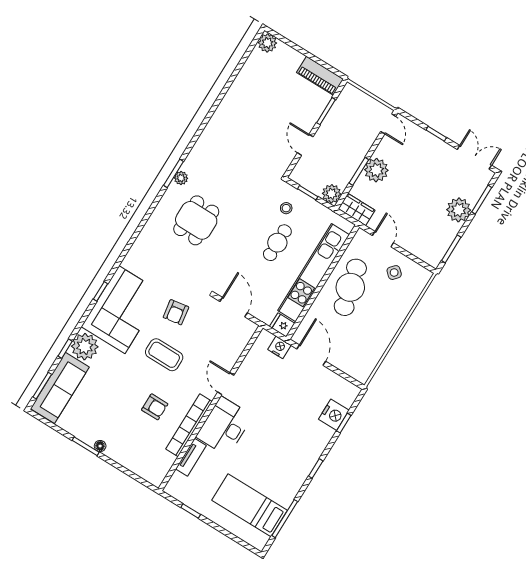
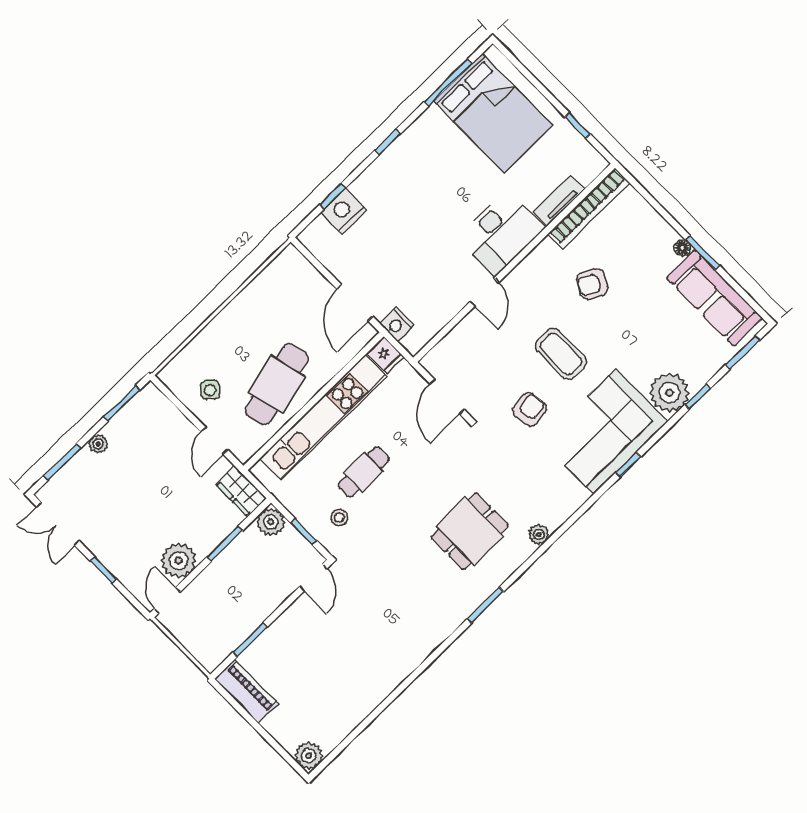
door: (305, 145) -> (313, 578), moved
plant: (376, 170) -> (179, 561), moved
plant: (181, 178) -> (539, 534), moved
plant: (459, 210) -> (98, 444), width x0.53, depth x0.53
sofa: (60, 388) -> (714, 298), moved, turned -90
armchair: (155, 407) -> (592, 284), turned -62
bookcase: (189, 425) -> (589, 208), moved
bed: (250, 505) -> (493, 113), width x1.50

